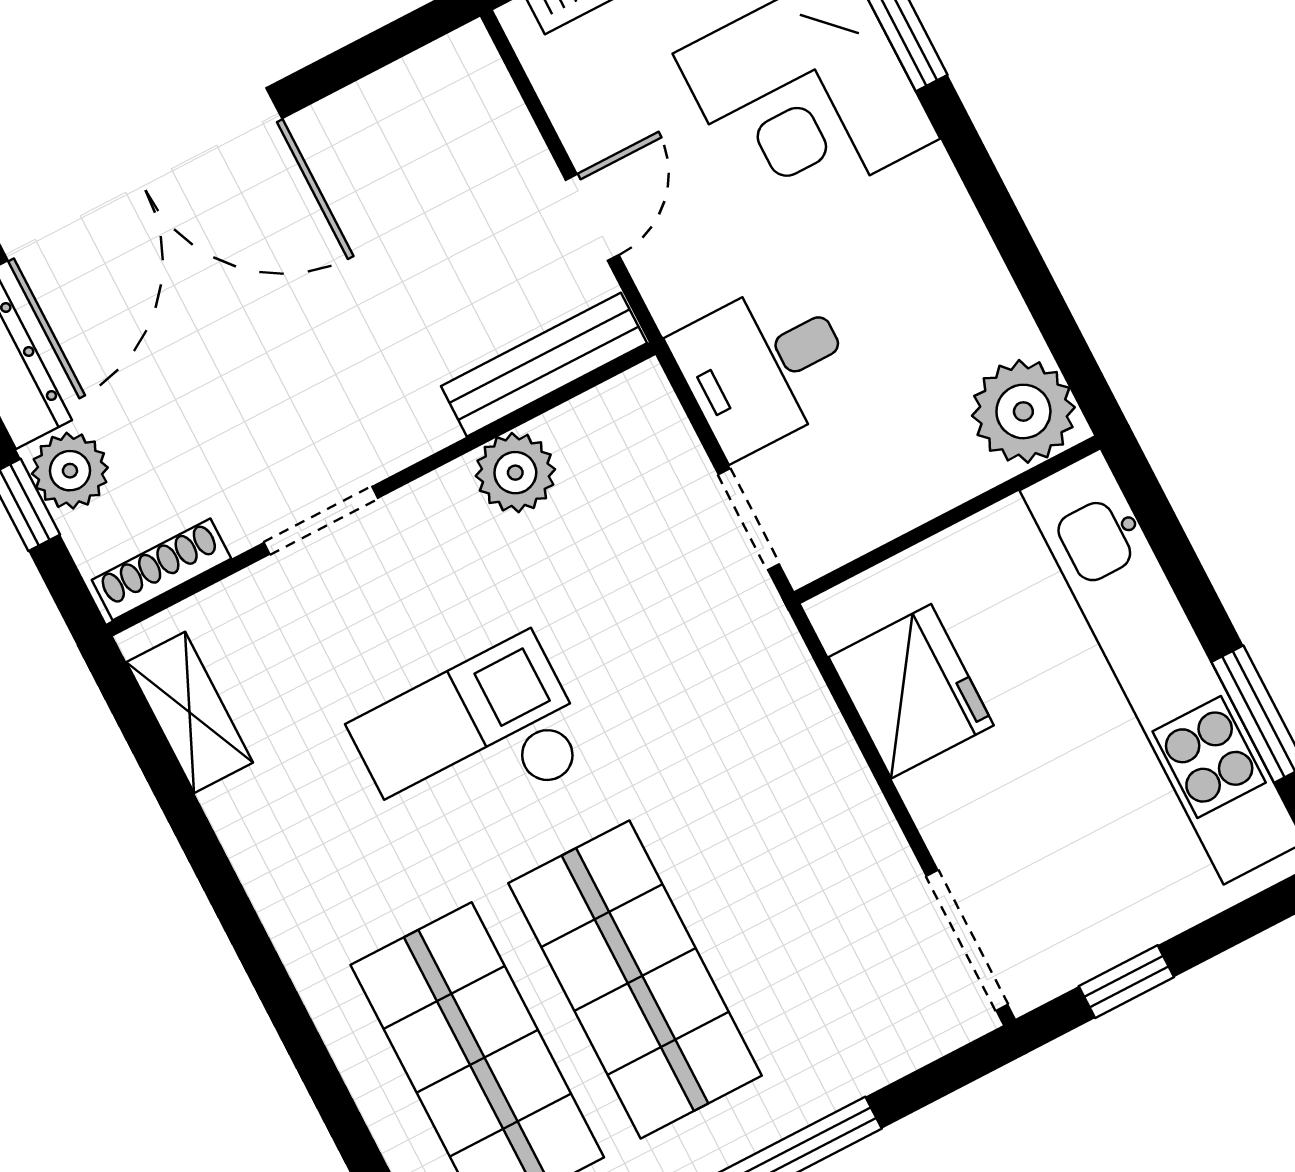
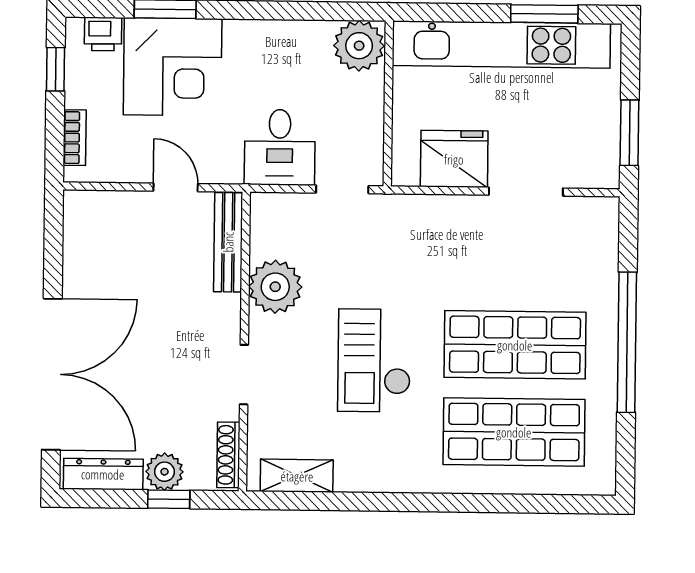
plant: (515, 473) -> (275, 287), width x1.36, depth x1.36
doorway: (967, 940) -> (526, 192), moved
window: (1126, 982) -> (629, 133), width x1.50

